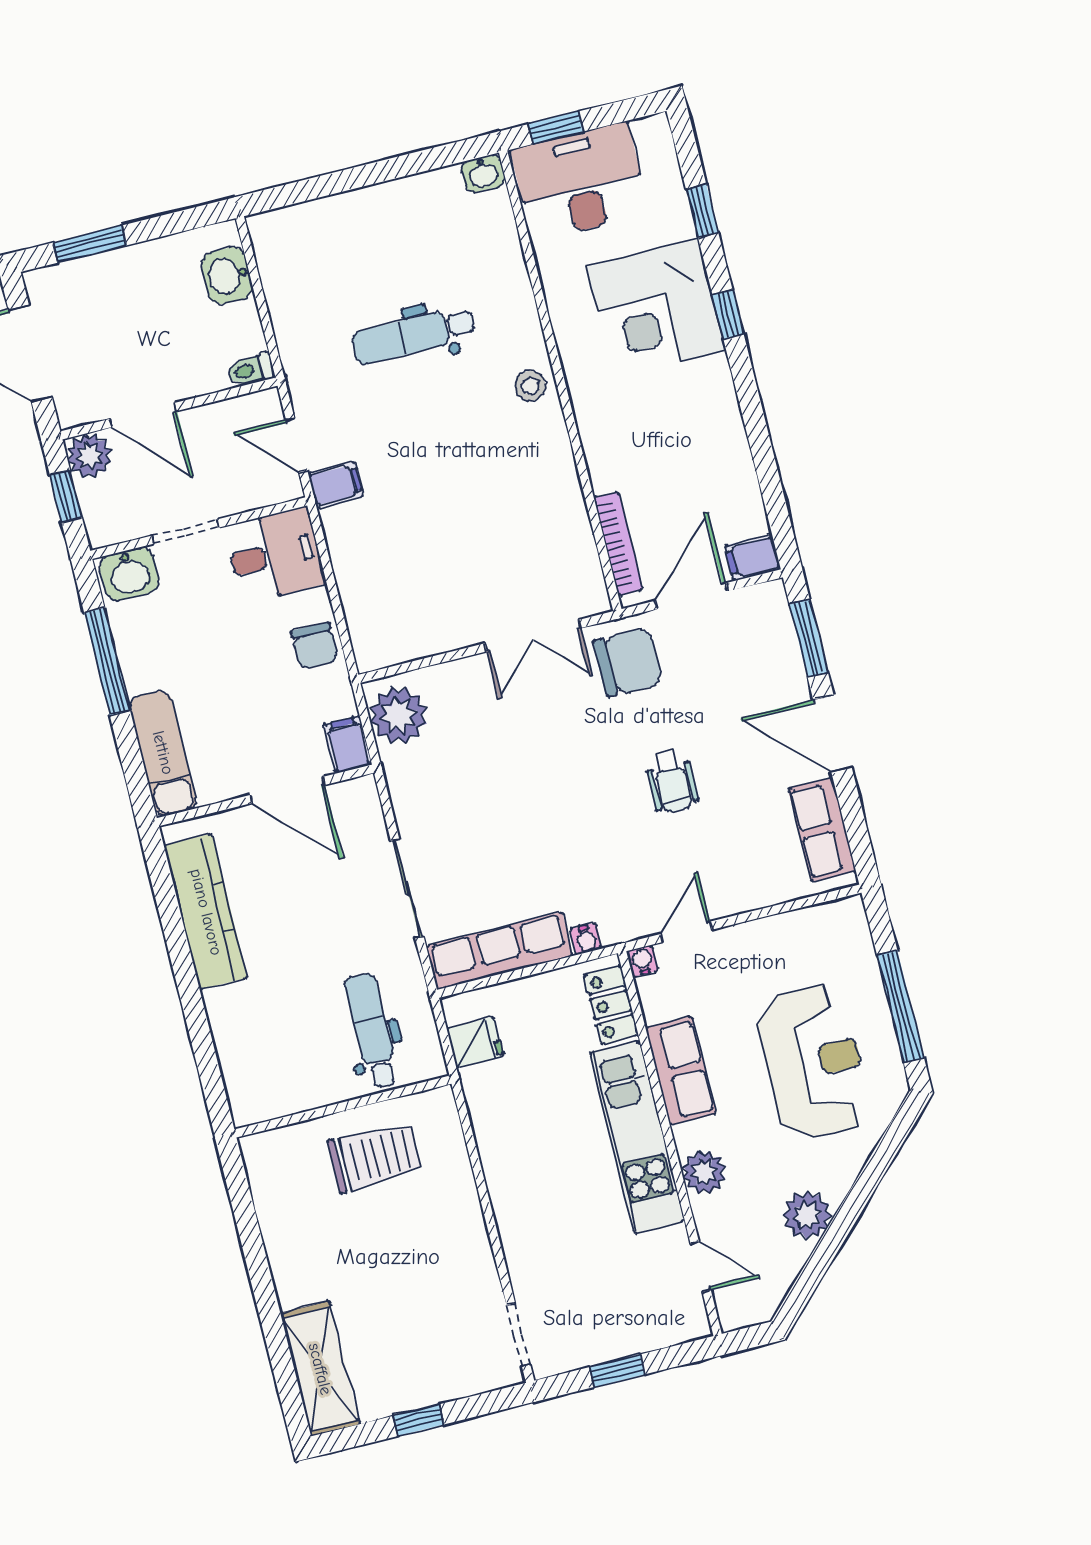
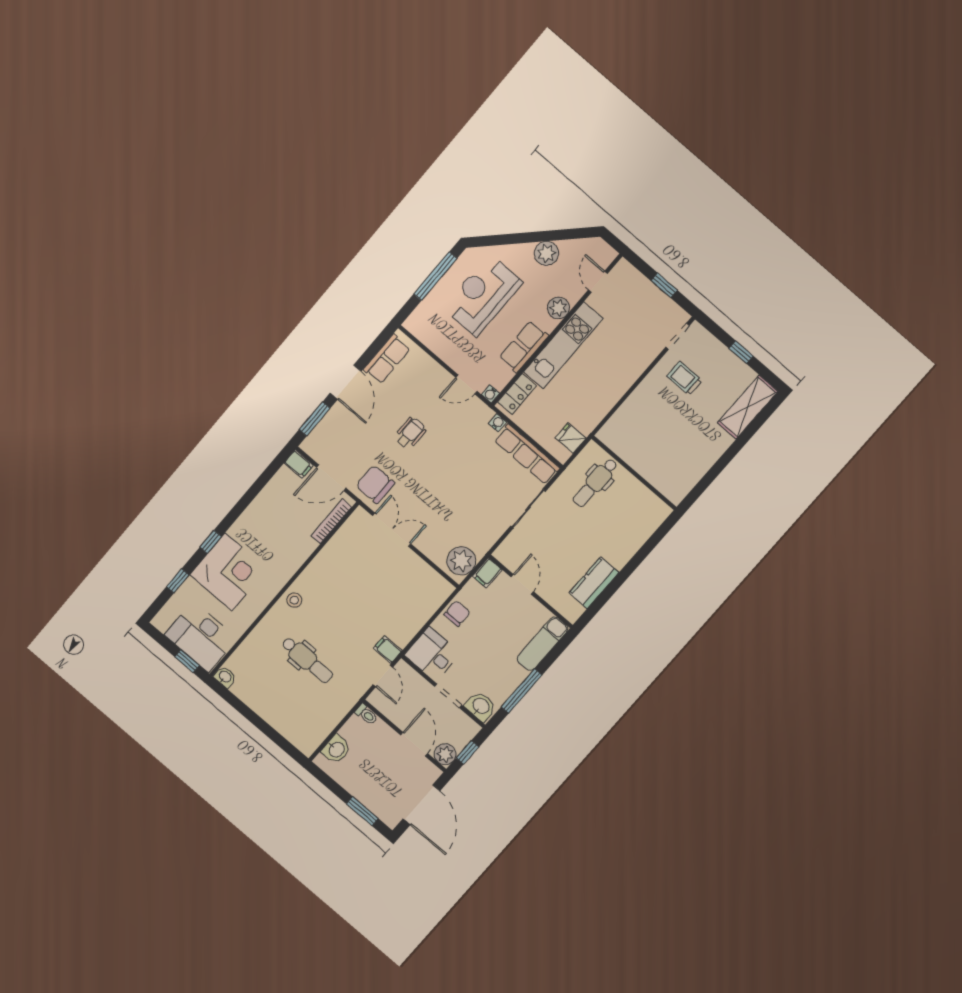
door: (287, 790) -> (522, 584), width x0.73
kitchen counter: (206, 912) -> (594, 583), width x0.67
trolley: (375, 1157) -> (684, 378), moved, width x0.73, depth x0.72

